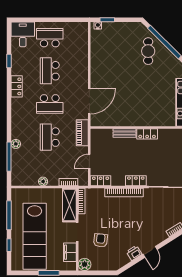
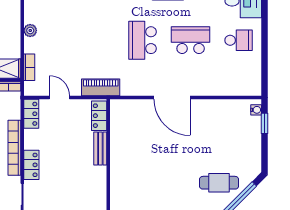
school desk: (50, 38) -> (239, 40), width x0.54
door: (89, 101) -> (172, 98), moved
locker: (147, 134) -> (99, 116), moved
school desk: (50, 137) -> (95, 40), removed

